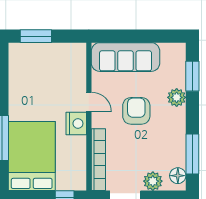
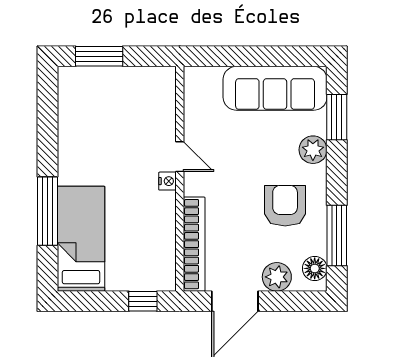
sofa: (126, 57) -> (275, 88), moved
armchair: (136, 111) -> (285, 206), moved
nightstand: (76, 124) -> (167, 181), width x0.53, depth x0.56
bed: (32, 156) -> (81, 239), width x0.67

